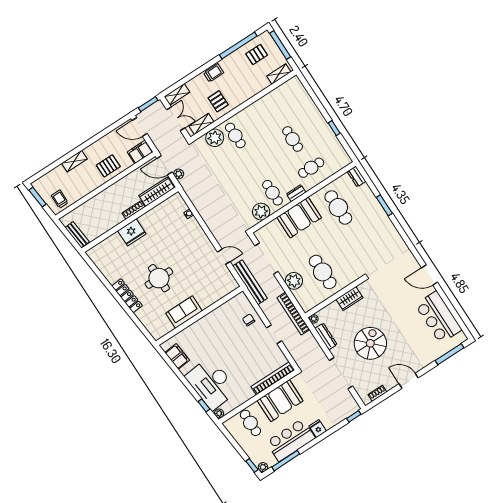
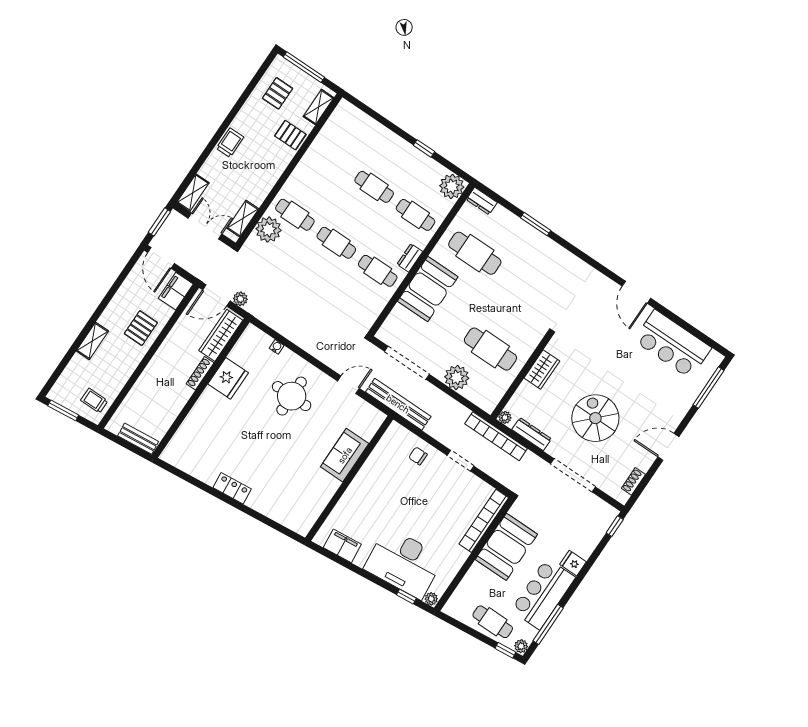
window: (238, 45) -> (248, 92), removed
pallet: (218, 101) -> (290, 135), moved
door: (140, 127) -> (161, 258), hinge flipped
cafe table: (254, 164) -> (336, 243), added
cafe table: (311, 168) -> (416, 215), turned 90
plant: (261, 212) -> (452, 186), moved
fridge: (132, 232) -> (228, 378), moved
door: (430, 275) -> (636, 292), hinge flipped
round table: (159, 278) -> (292, 396), moved
locker: (127, 296) -> (232, 488), width x0.66
sofa: (184, 312) -> (345, 455), moved
bookcase: (293, 314) -> (496, 436), moved
cafe table: (250, 423) -> (493, 622), moved

